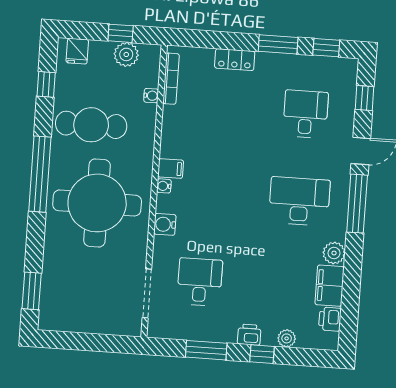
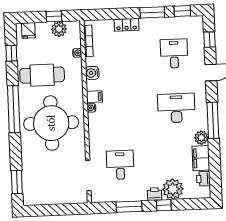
window: (357, 204) -> (213, 120), moved
water cooler: (165, 224) -> (92, 73), moved
plant: (287, 338) -> (173, 189), width x1.88, depth x1.88

